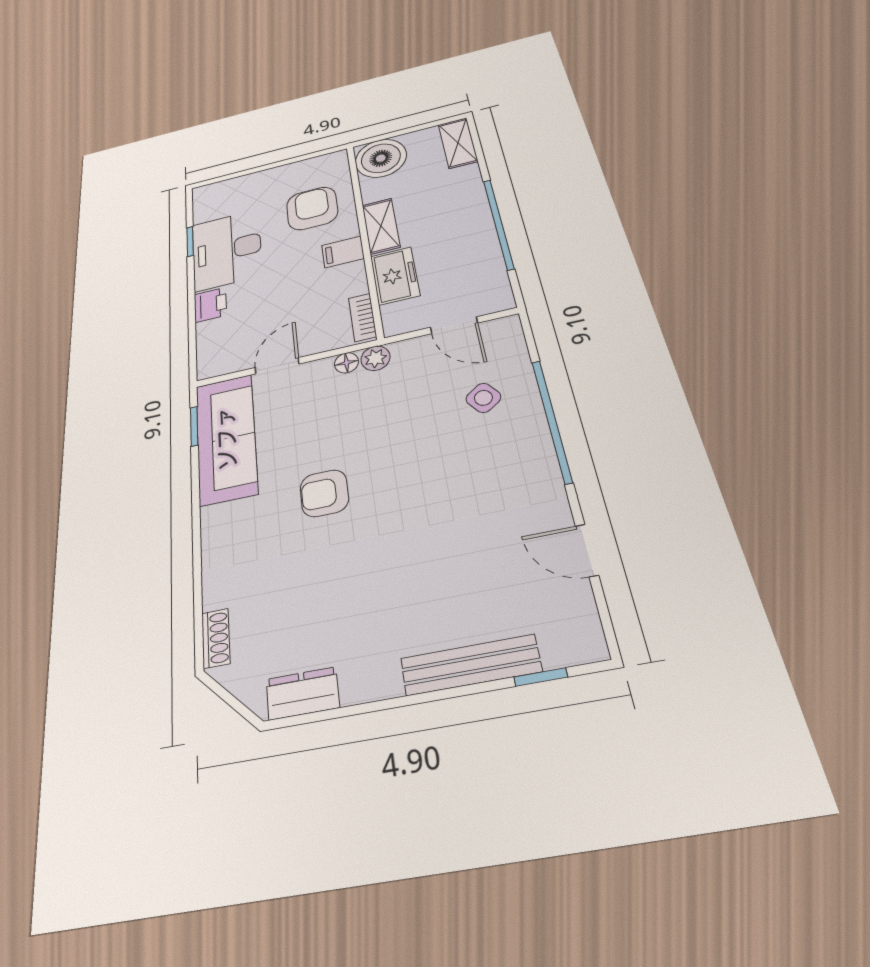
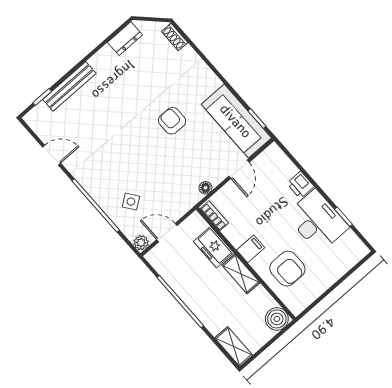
boiler: (381, 158) -> (277, 319), width x0.73, depth x0.73
plant: (376, 358) -> (141, 243), moved
armchair: (324, 493) -> (172, 121), turned -90

